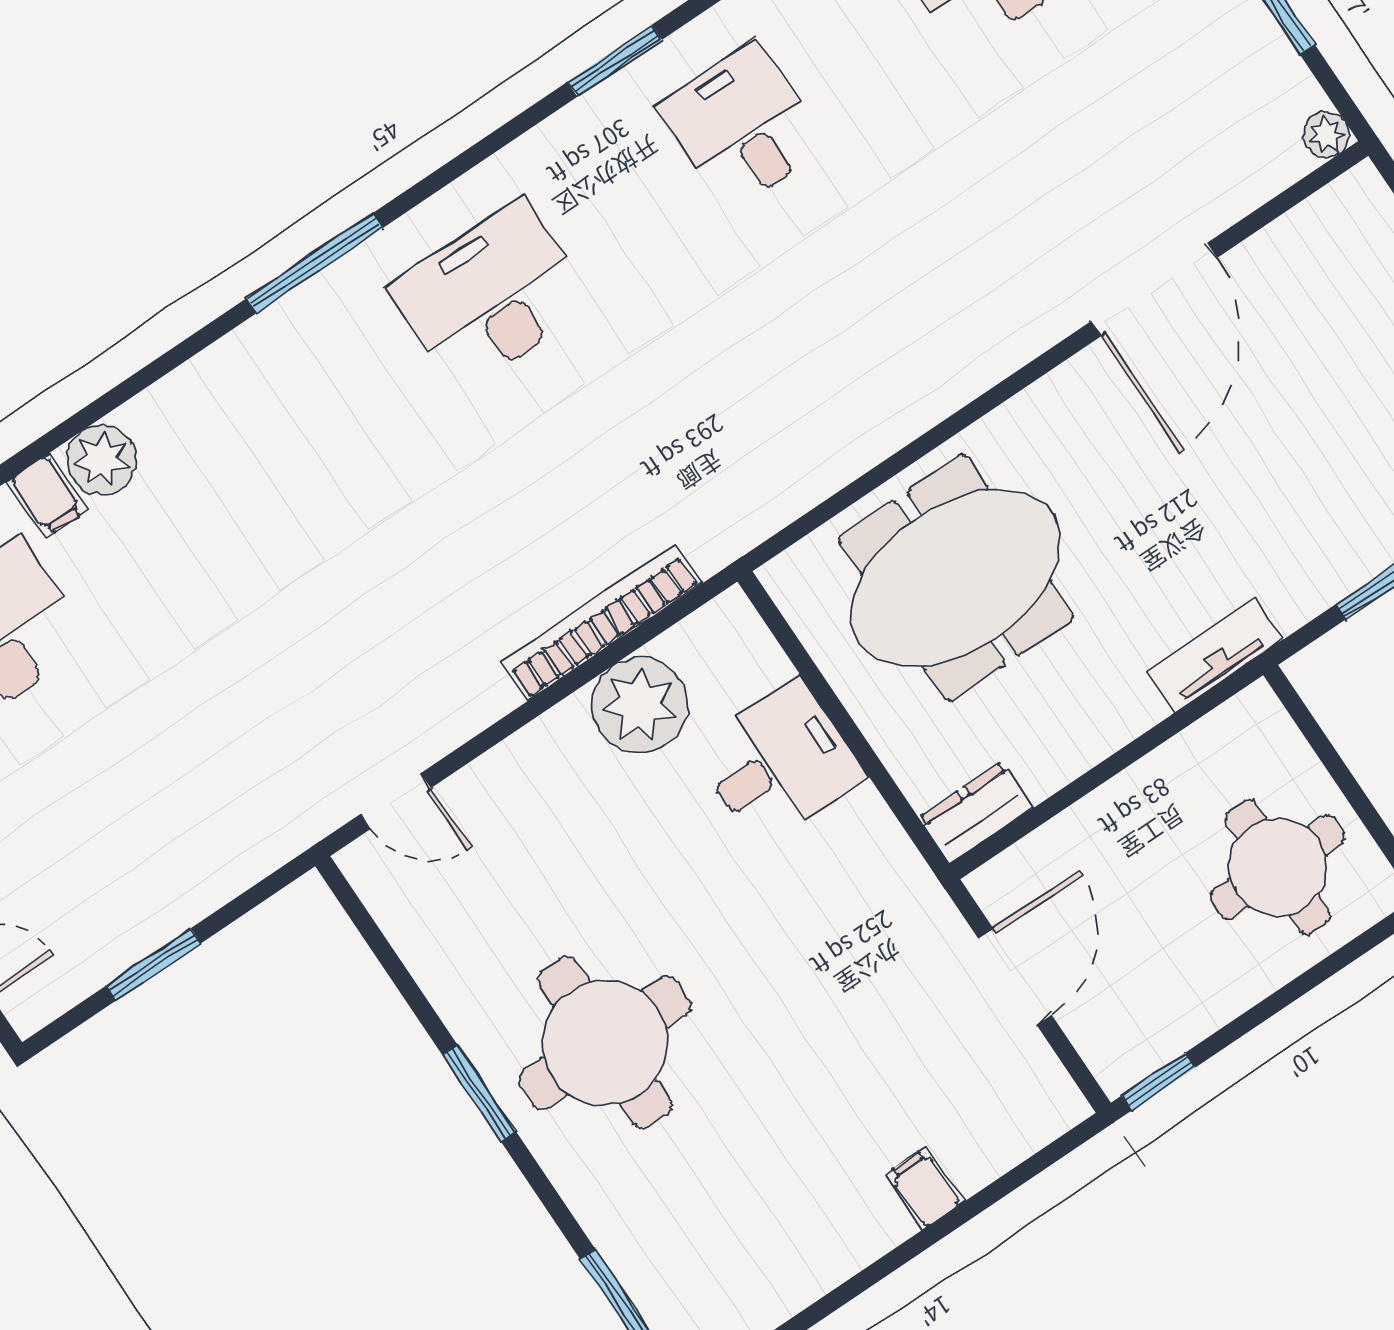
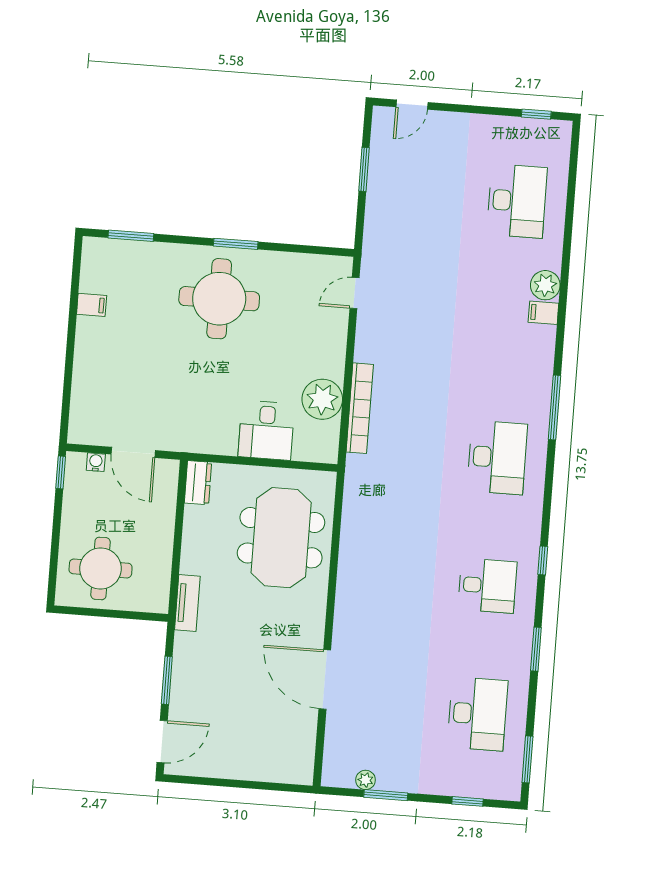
window: (615, 61) -> (543, 560), width x0.67
plant: (1326, 135) -> (366, 780), moved
filing cabinet: (47, 495) -> (543, 313), moved
water cooler: (1088, 1032) -> (96, 462), added
filing cabinet: (924, 1188) -> (92, 305), moved

